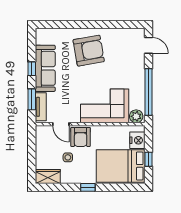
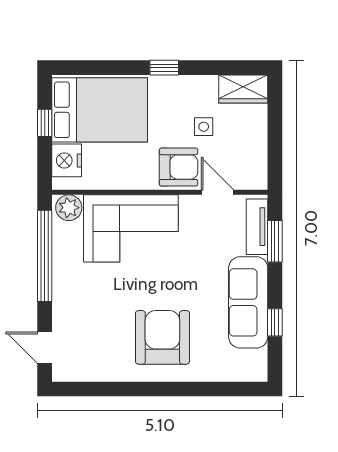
armchair: (89, 51) -> (162, 337), turned 100
window: (32, 69) -> (275, 322), moved
armchair: (81, 137) -> (179, 167), turned 90

